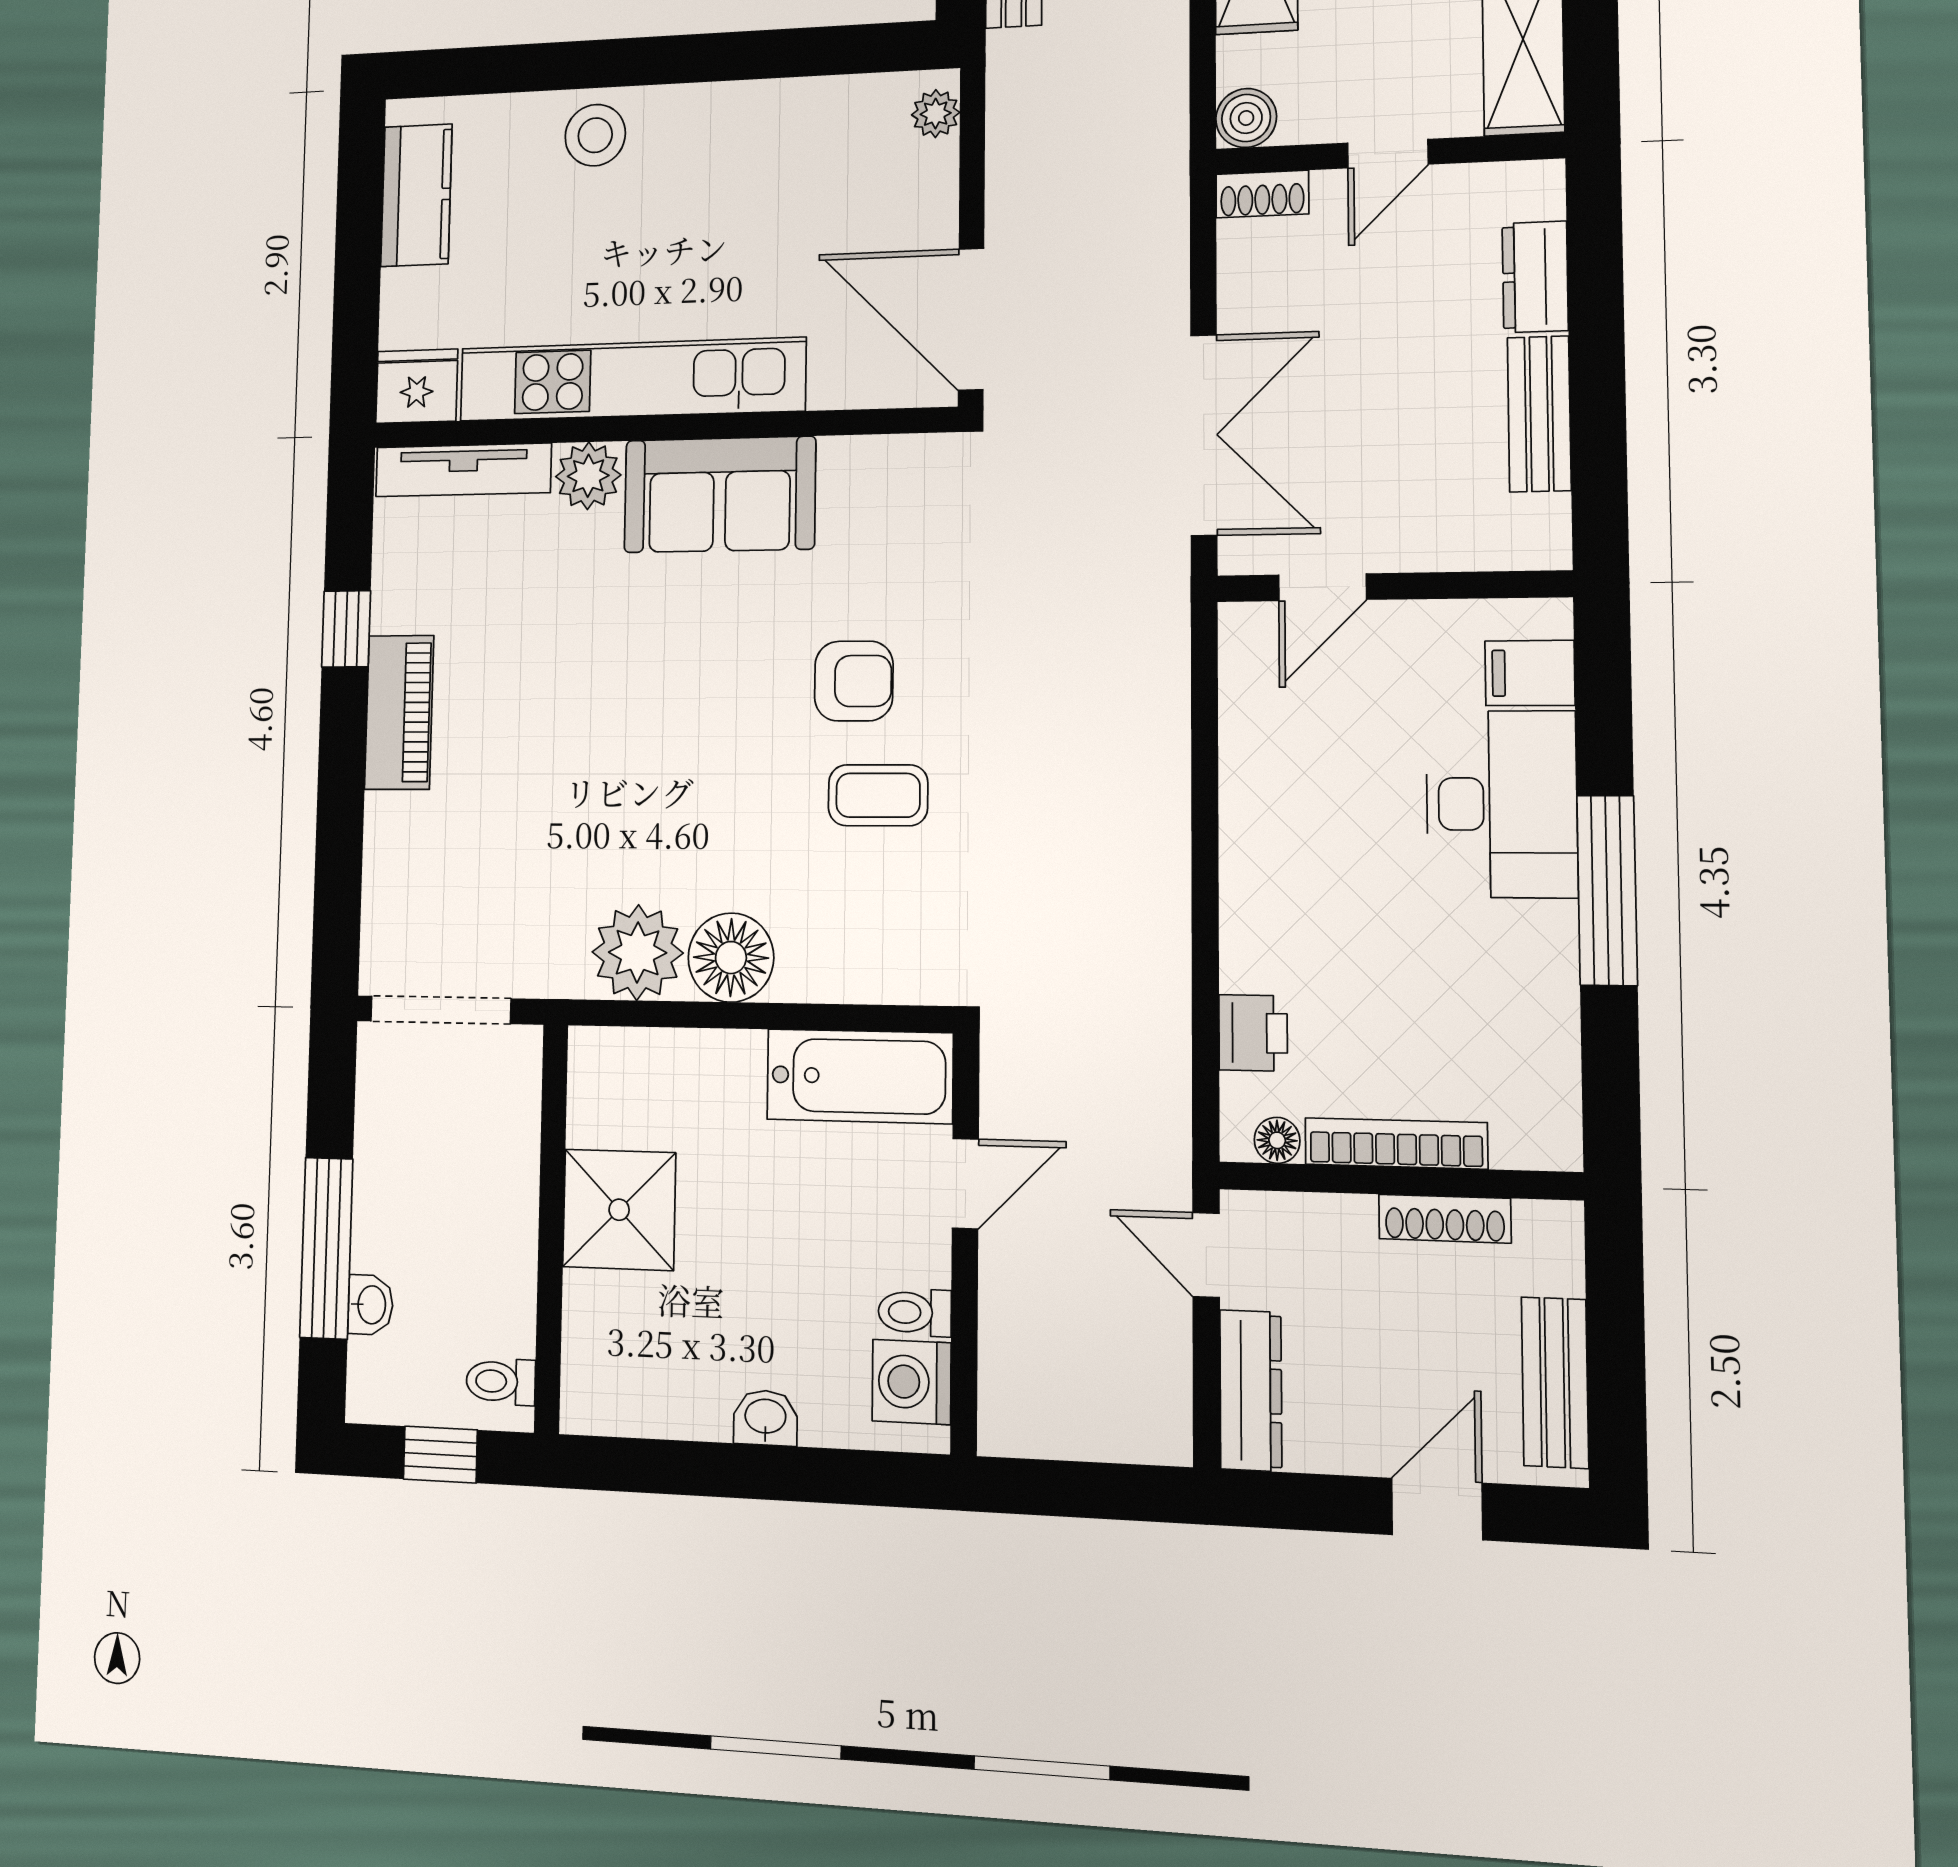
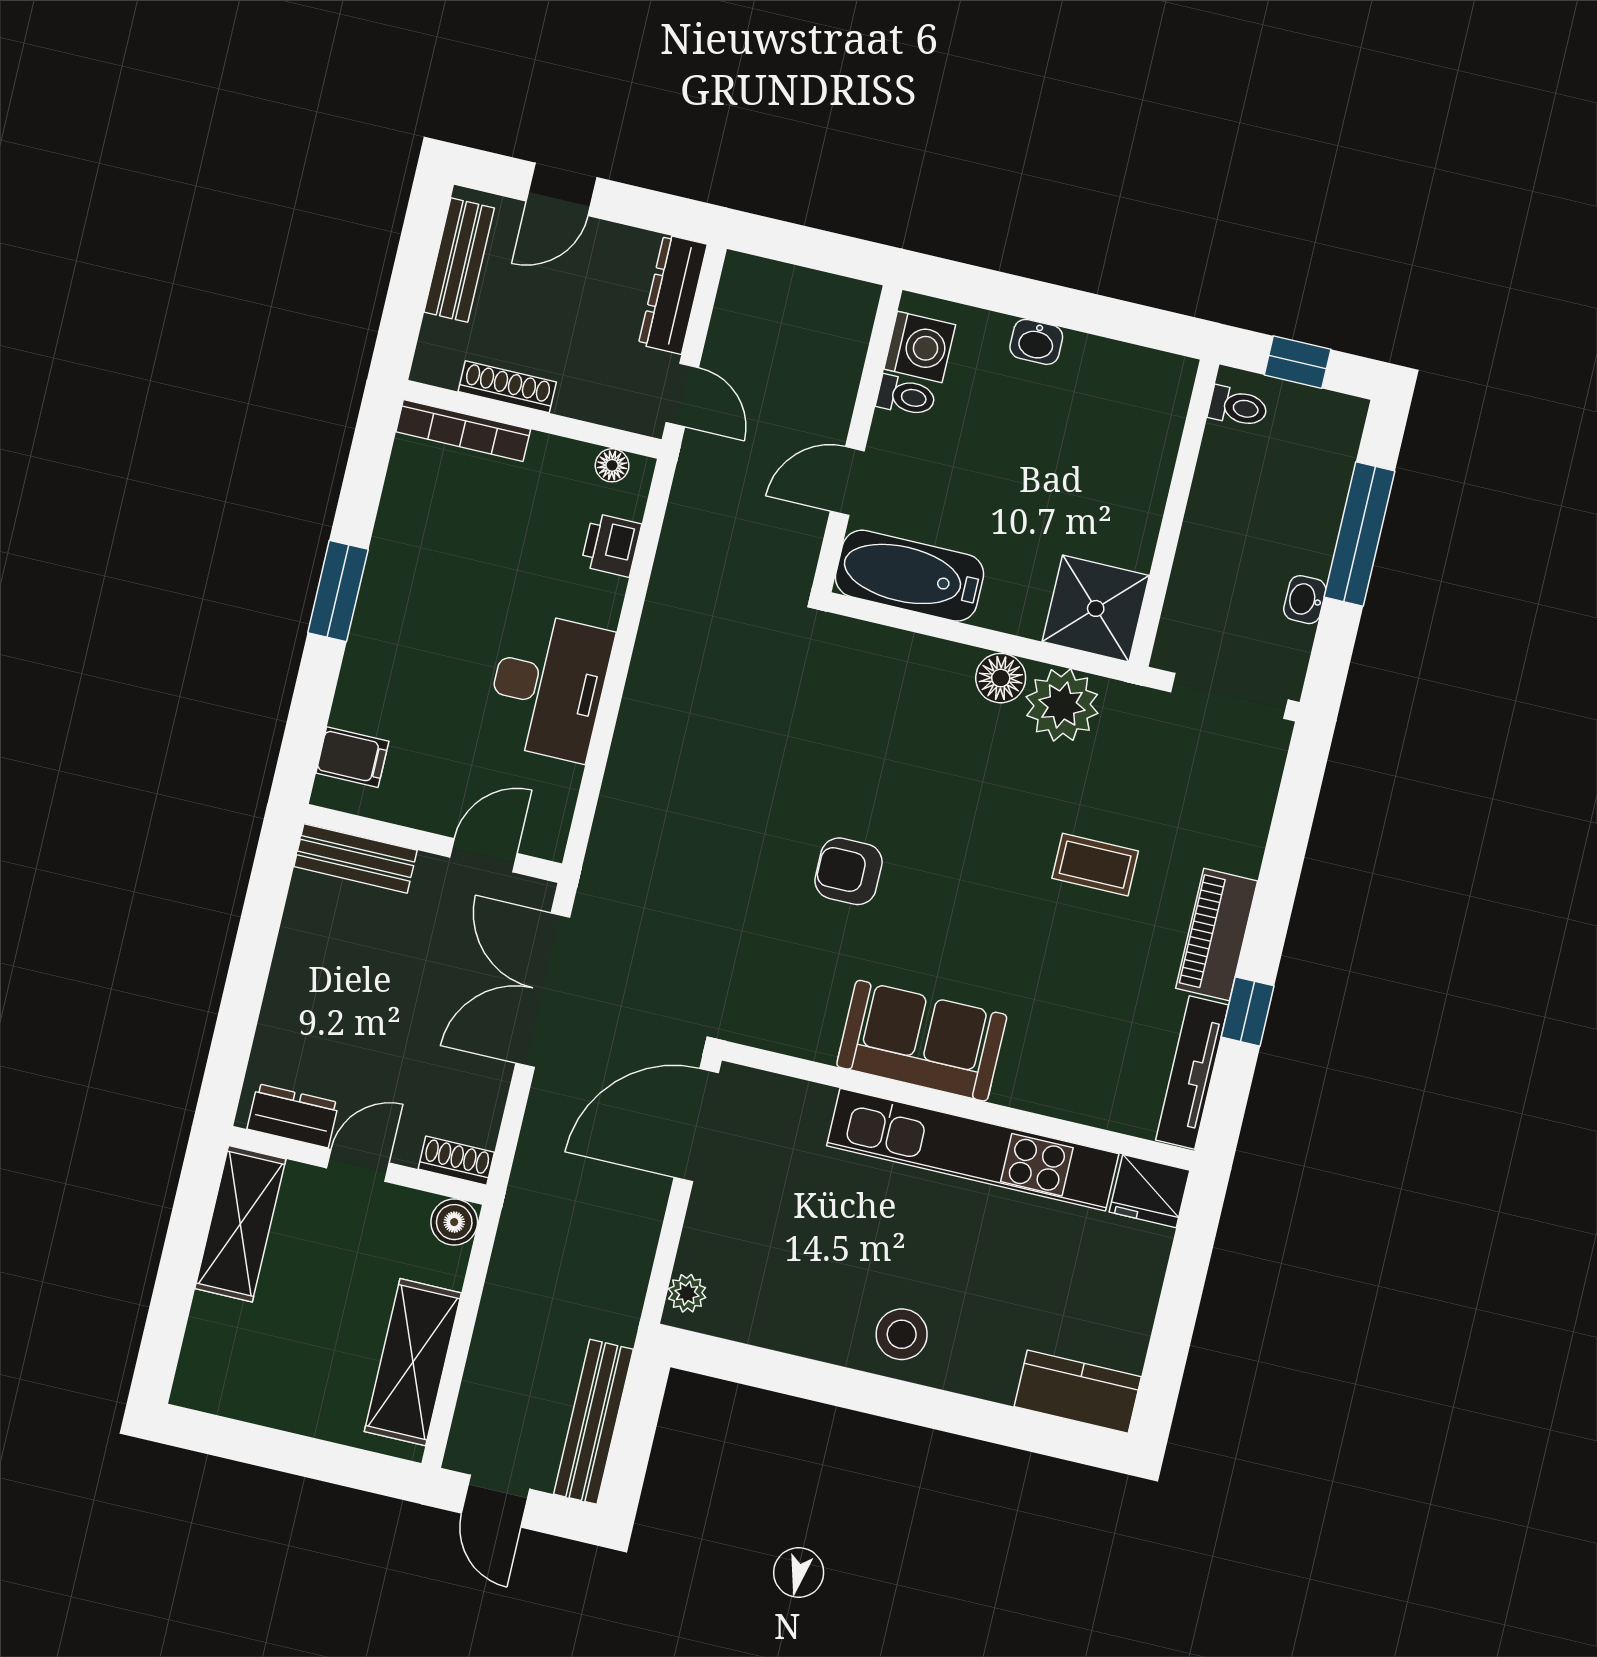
stool: (595, 135) -> (902, 1334), moved
kitchen counter: (416, 195) -> (1078, 1392), moved, turned 90
dresser: (1535, 277) -> (293, 1116), moved, turned -90
door: (971, 319) -> (696, 1125), swing flipped
bench: (1539, 414) -> (356, 858), moved, turned 90
tv unit: (463, 470) -> (1192, 1073), moved, turned -90
plant: (588, 476) -> (1024, 1083), removed
coffee table: (878, 795) -> (1095, 865), moved
desk: (1502, 804) -> (549, 686), moved, turned 180
window: (1607, 890) -> (338, 591), width x0.69
floor lamp: (731, 958) -> (1001, 678), width x0.73, depth x0.73
bookcase: (1396, 1144) -> (463, 430), moved
shower: (619, 1210) -> (1096, 608), moved
washbasin: (370, 1305) -> (1305, 600), moved

